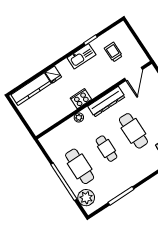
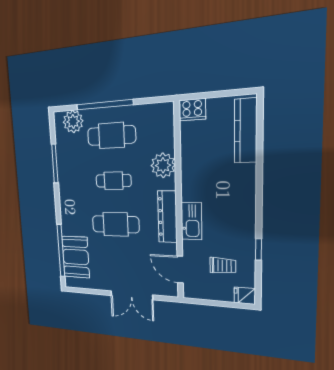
kitchen sink: (81, 56) -> (191, 221), moved, turned 180
fridge: (53, 75) -> (245, 296), moved
cooker: (81, 99) -> (192, 110), moved, turned 90
plant: (79, 118) -> (163, 165), width x1.88, depth x1.88

